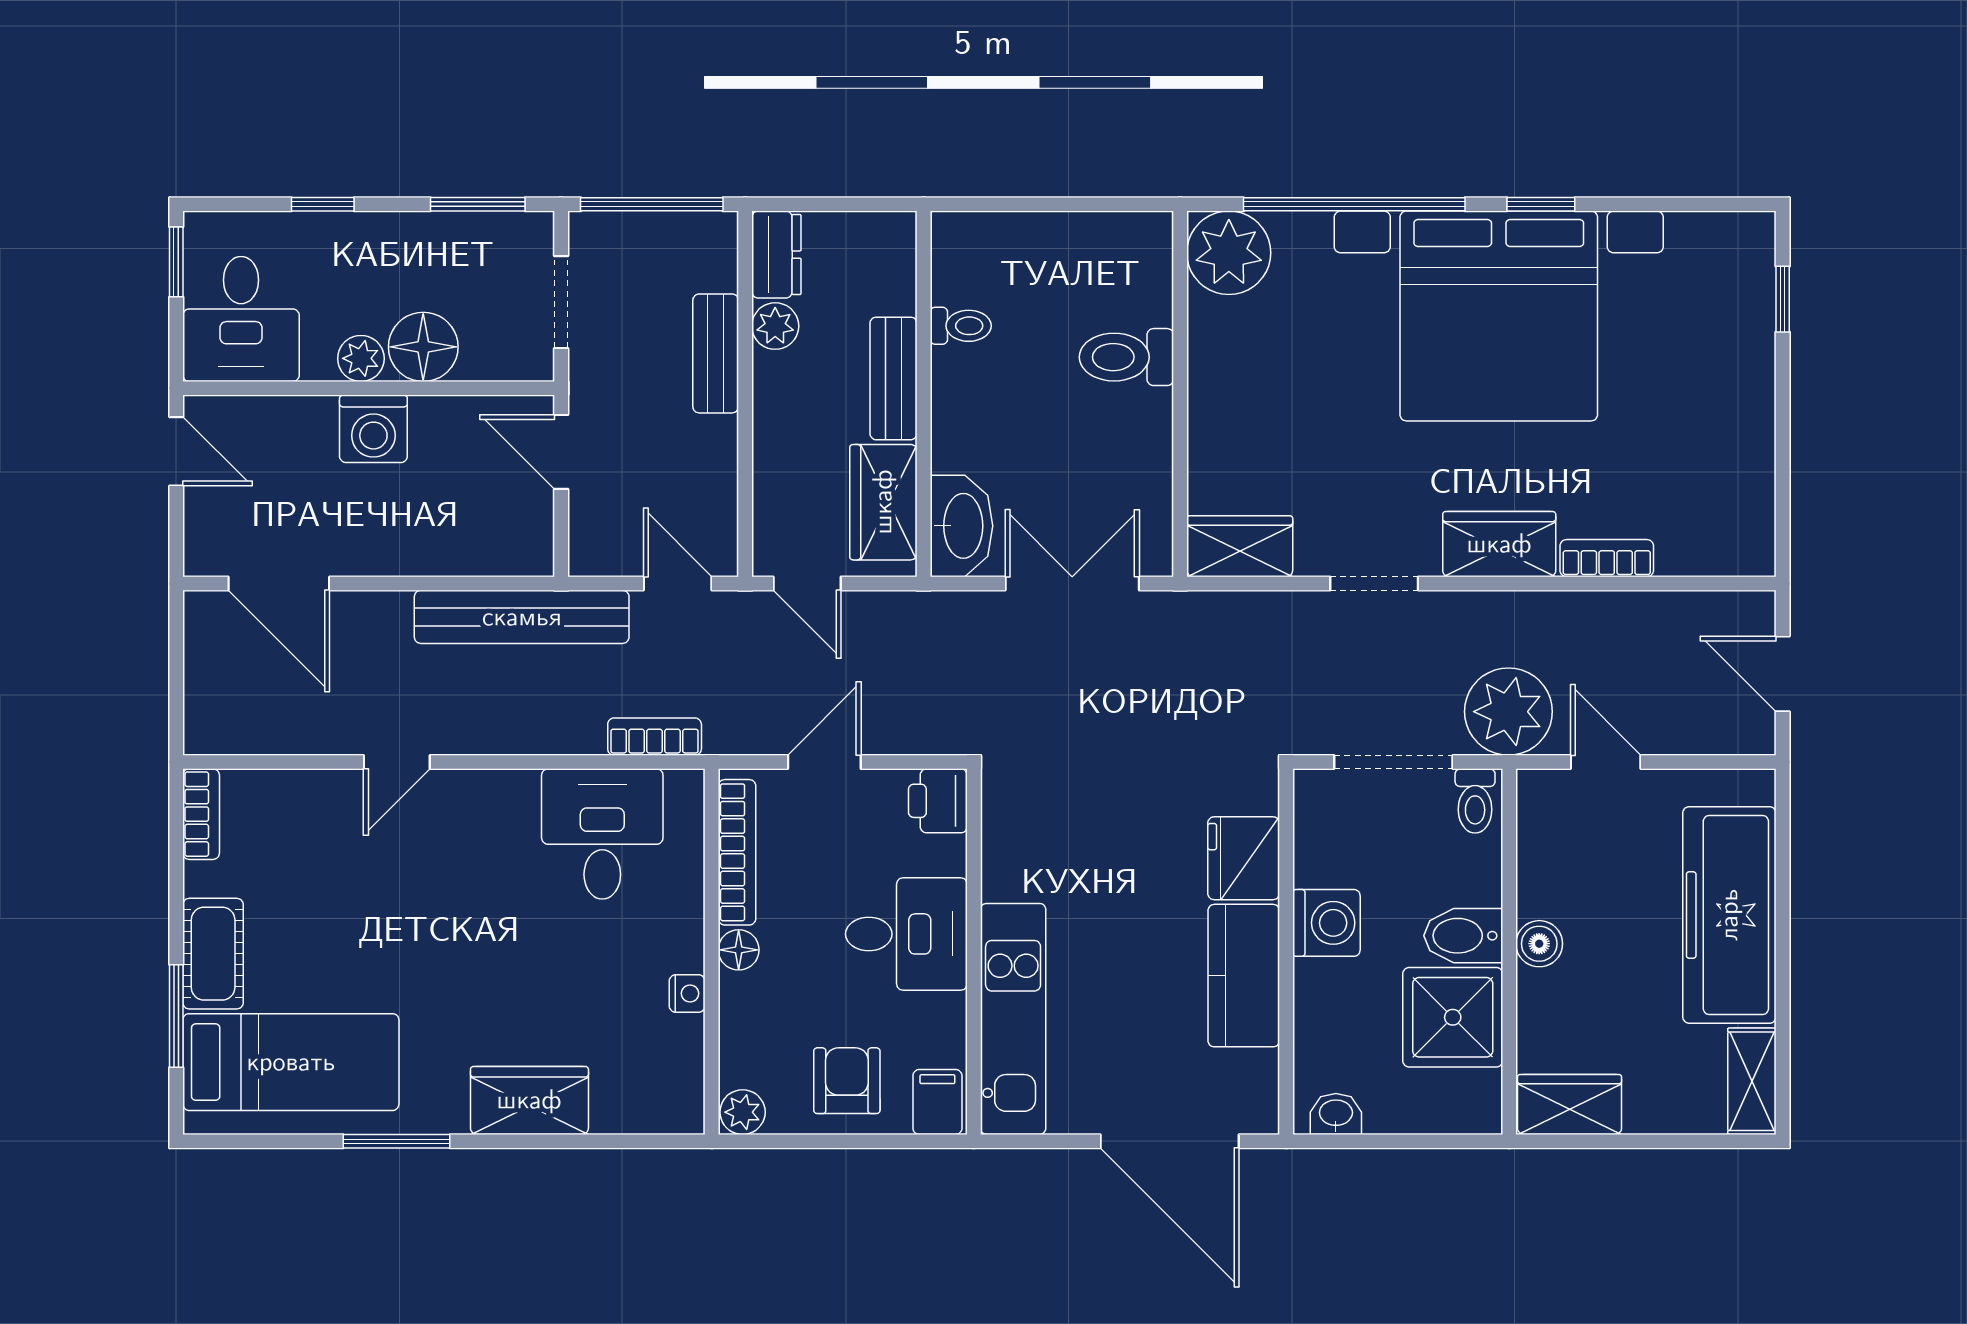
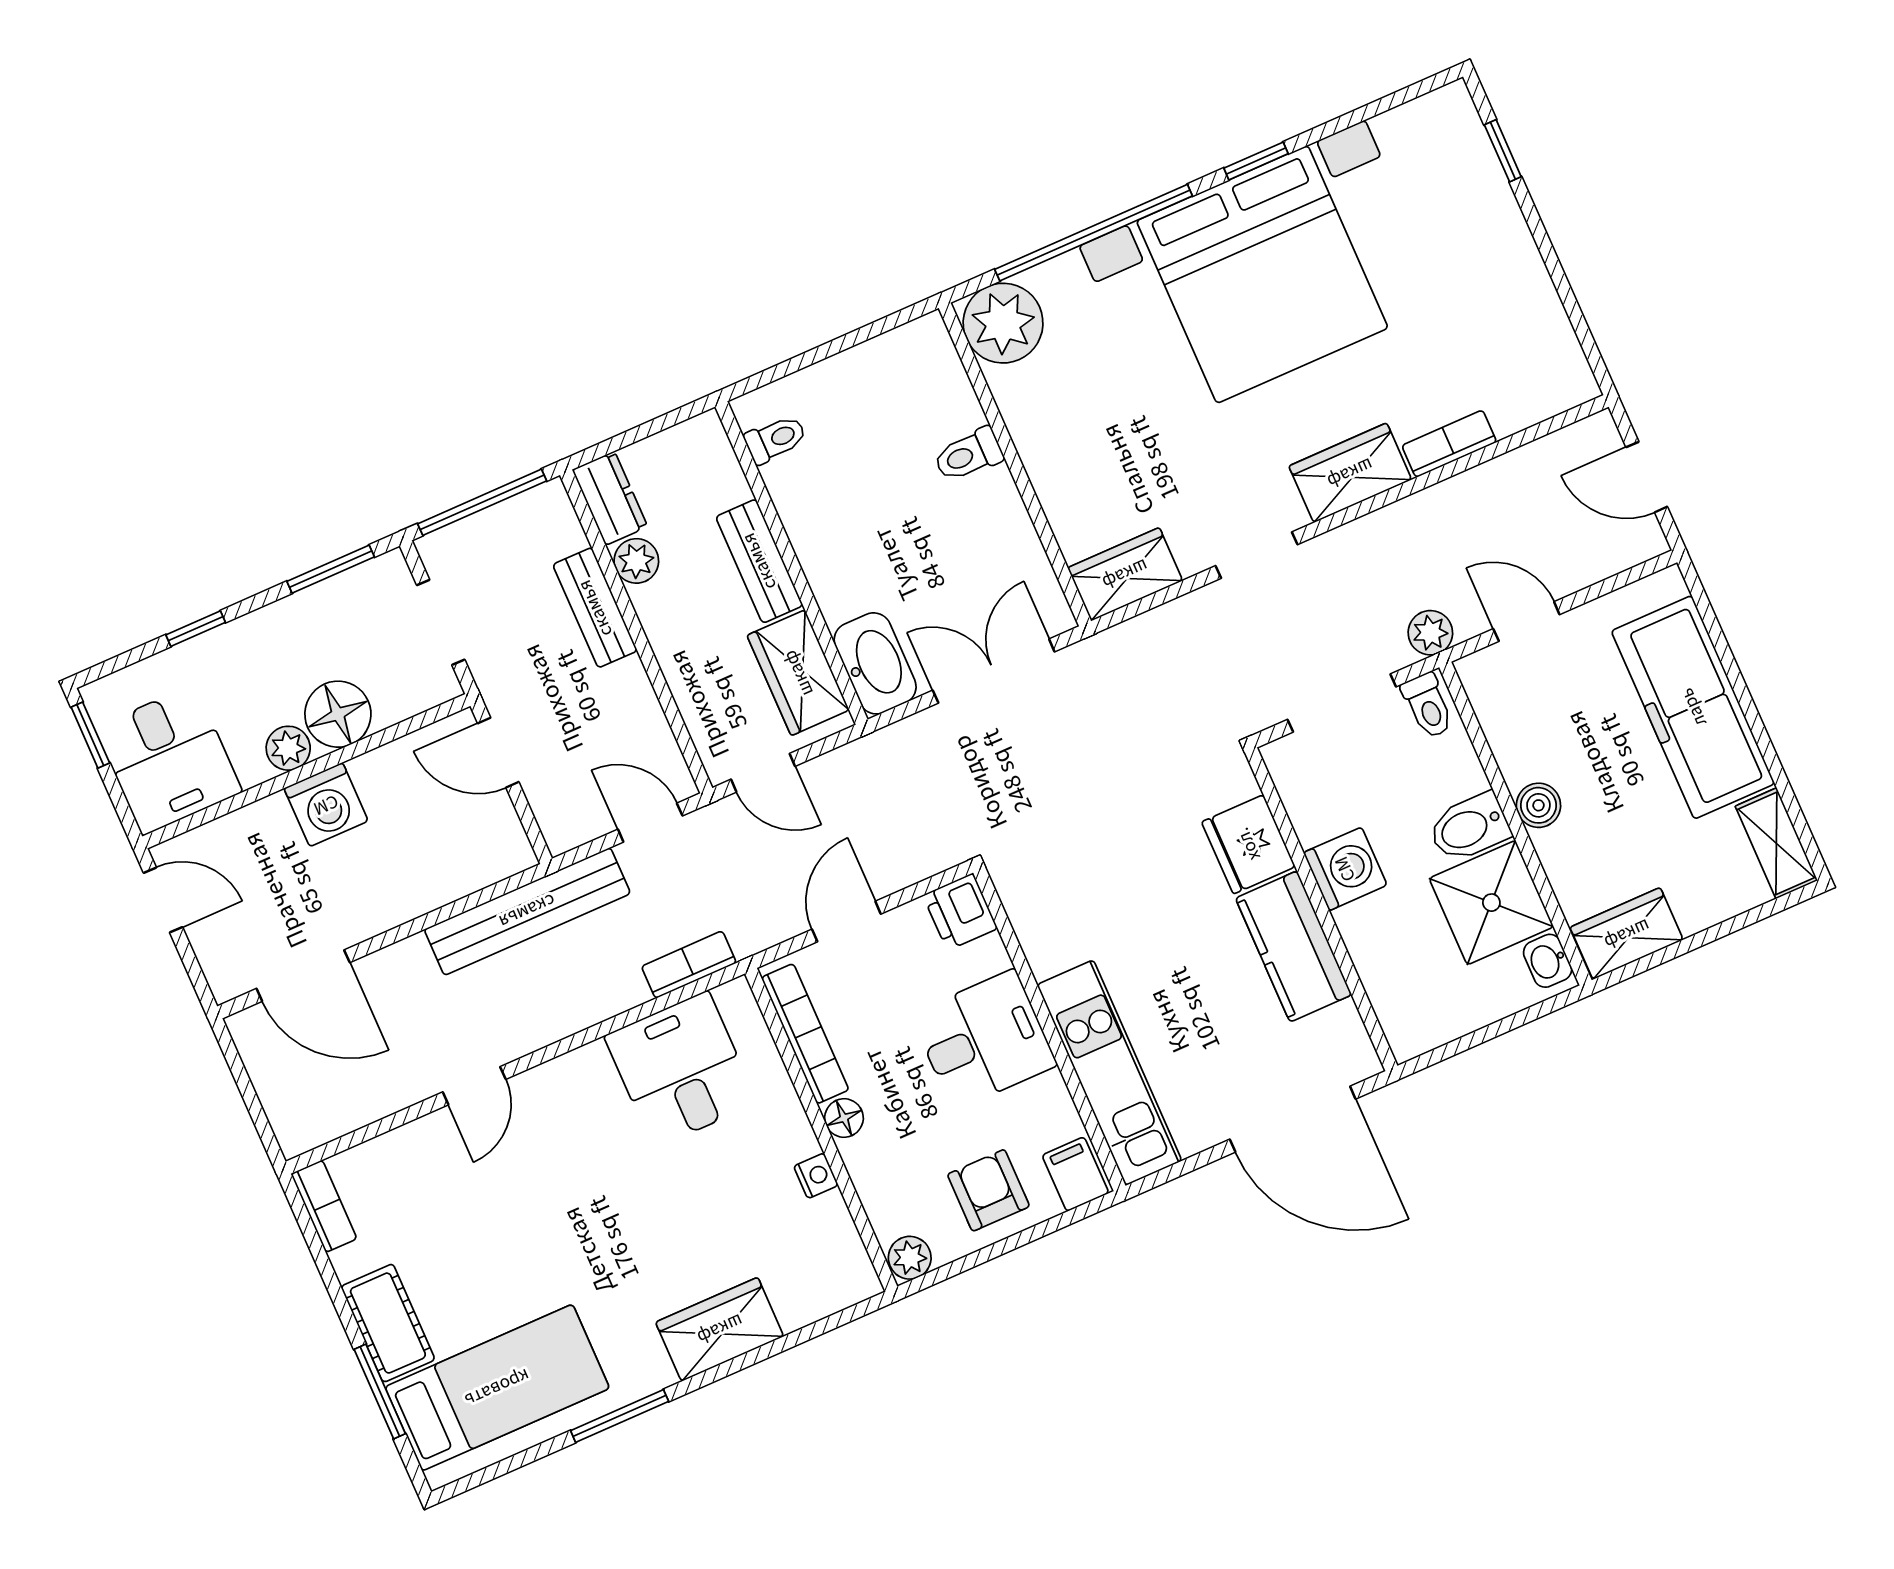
toilet: (961, 326) -> (775, 439), moved
toilet: (1126, 357) -> (968, 455), width x0.73, depth x0.72
plant: (1508, 712) -> (1430, 633), width x0.53, depth x0.53
washbasin: (1336, 1114) -> (1548, 961), moved, turned -90

